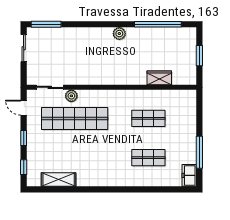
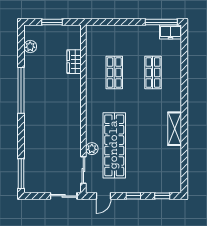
window: (158, 24) -> (21, 90), moved
plant: (119, 34) -> (30, 47), moved
sliding door: (24, 48) -> (64, 196), moved
window: (199, 152) -> (161, 22), moved
shelving: (59, 180) -> (175, 129), moved

